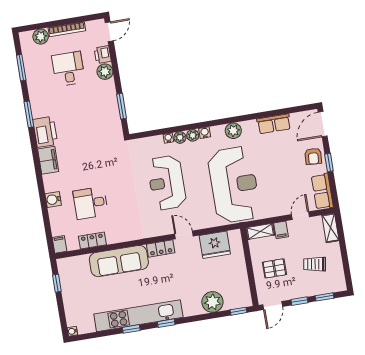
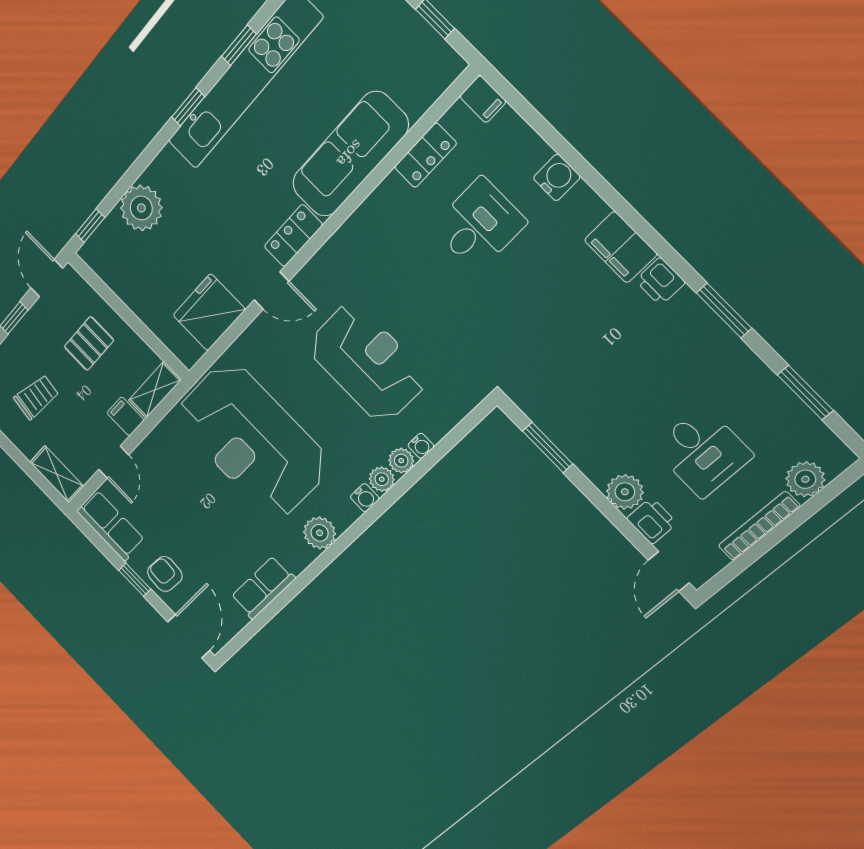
printer: (45, 132) -> (660, 281), width x0.53, depth x0.68

